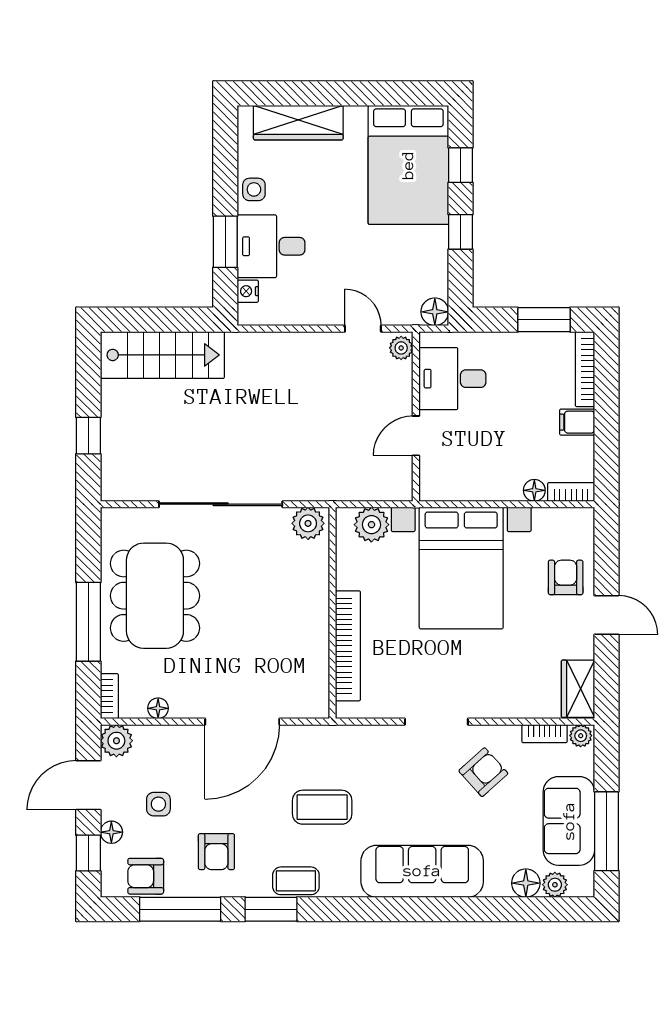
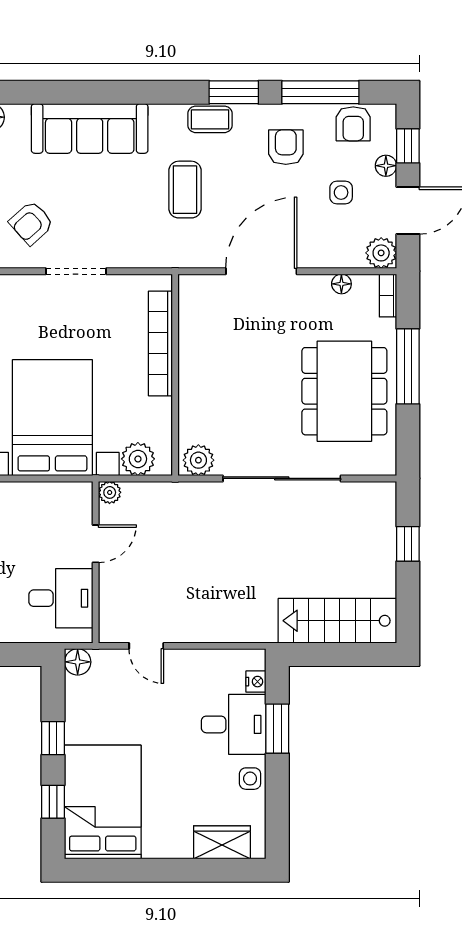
wardrobe: (298, 123) -> (222, 842), width x0.67
plant: (401, 348) -> (110, 492), moved
coffee table: (322, 807) -> (185, 190), turned 90
armchair: (146, 876) -> (353, 124), turned 90

